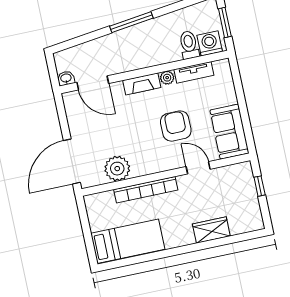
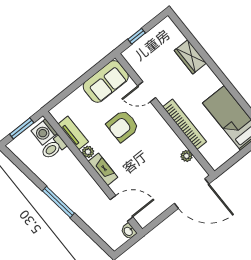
door: (93, 83) -> (121, 208), hinge flipped
door: (198, 168) -> (147, 92), hinge flipped
plant: (117, 169) -> (186, 156), width x0.53, depth x0.53

